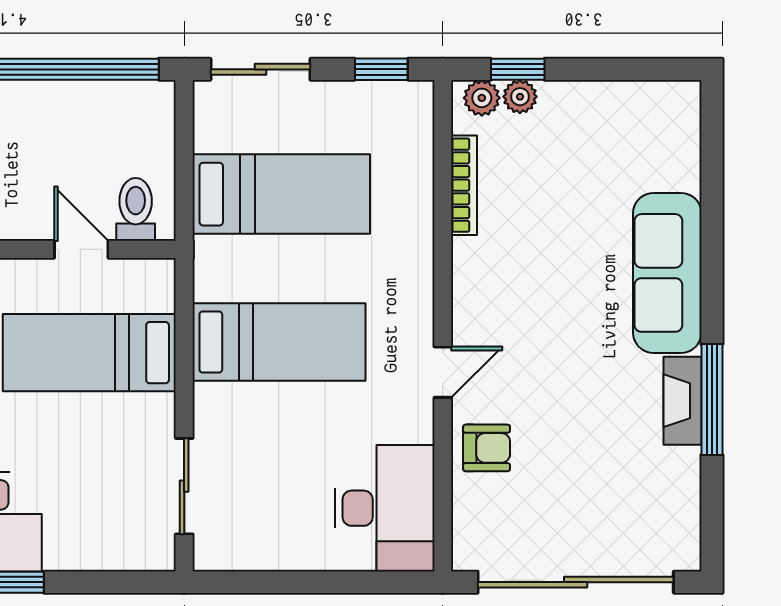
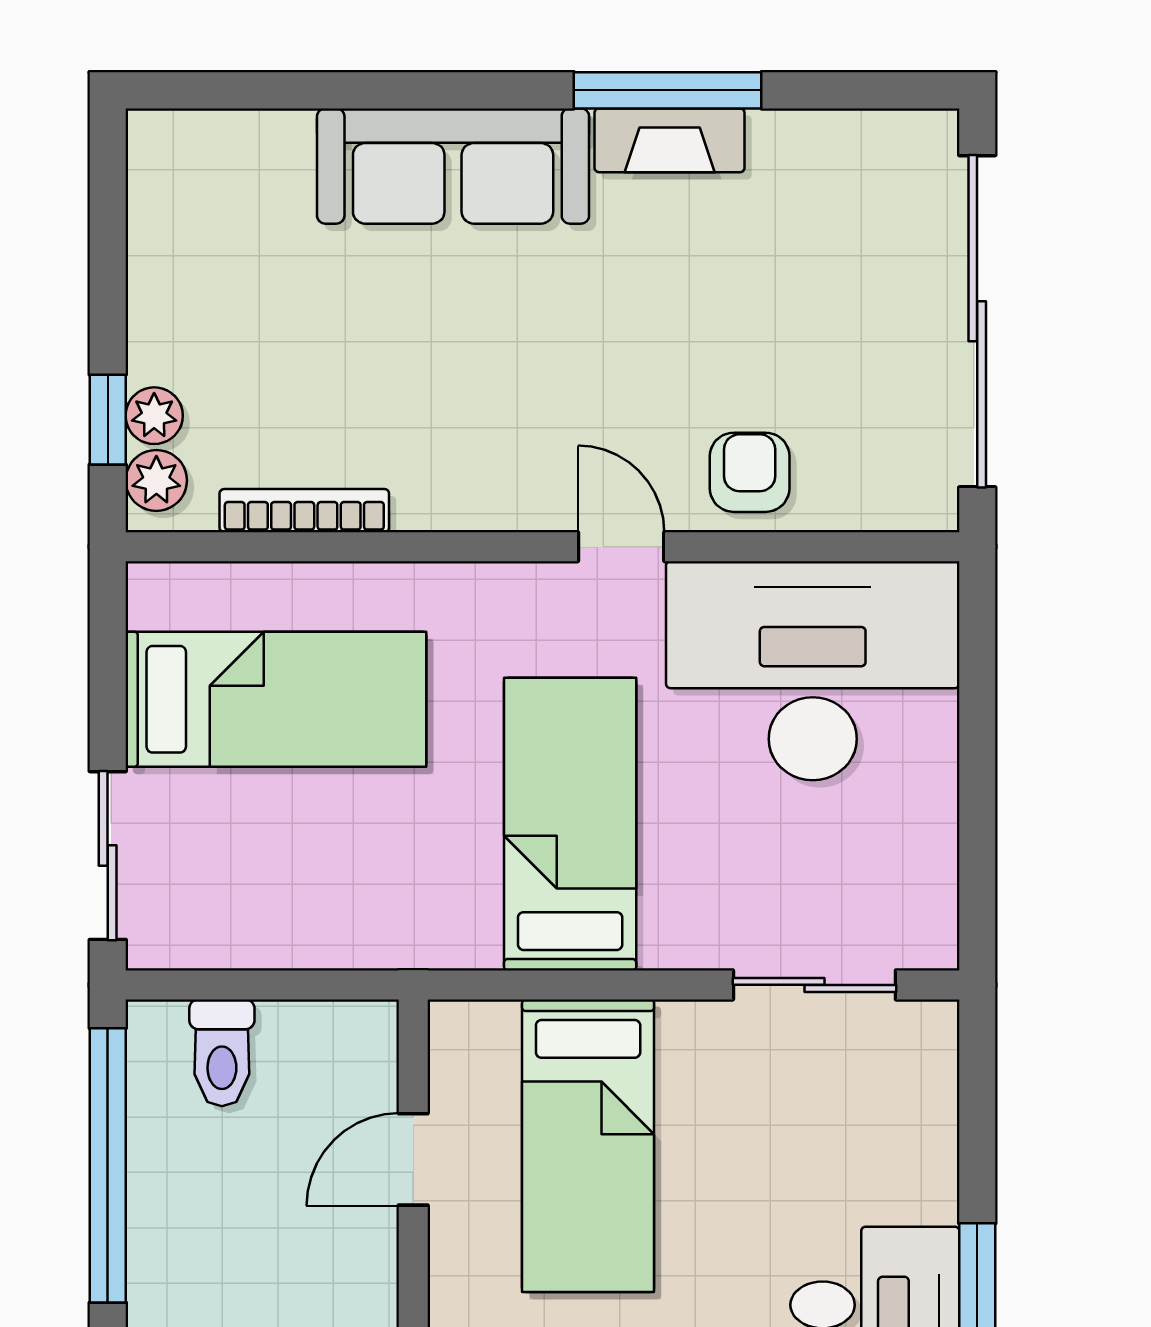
window: (381, 69) -> (108, 651), removed
bed: (281, 194) -> (276, 699), moved, turned 90
toilet: (136, 209) -> (222, 1053), moved, turned -90
desk: (384, 508) -> (813, 671), width x1.36, depth x1.30

